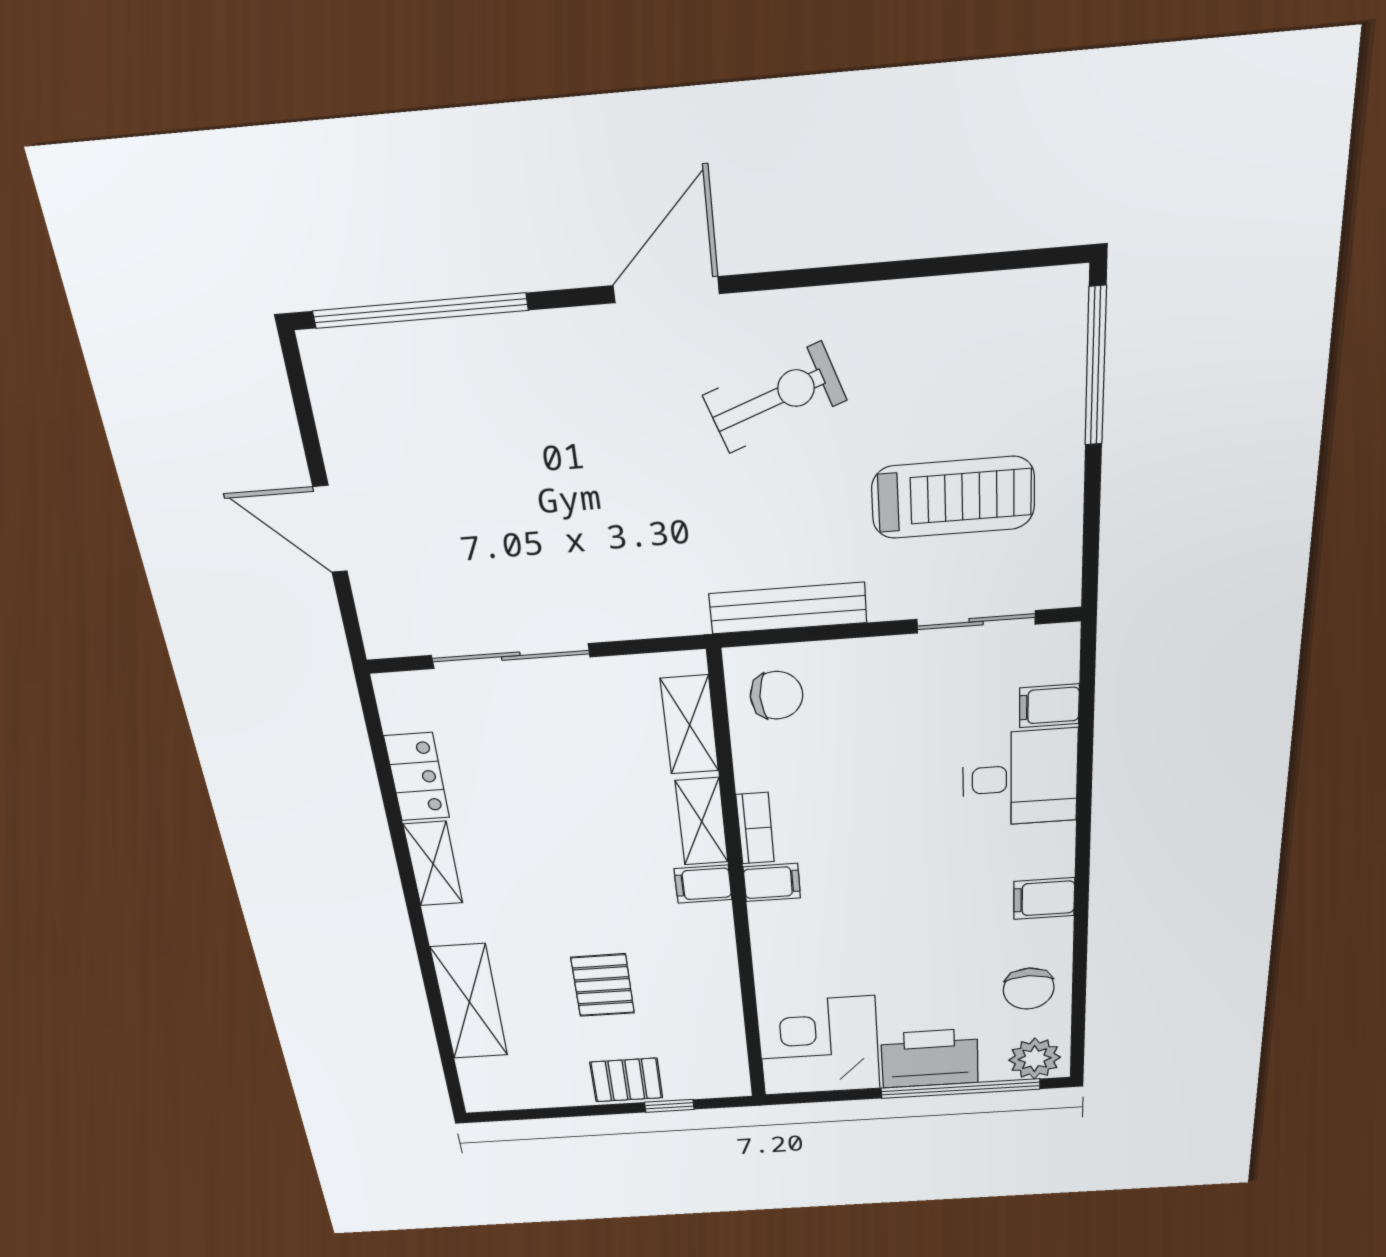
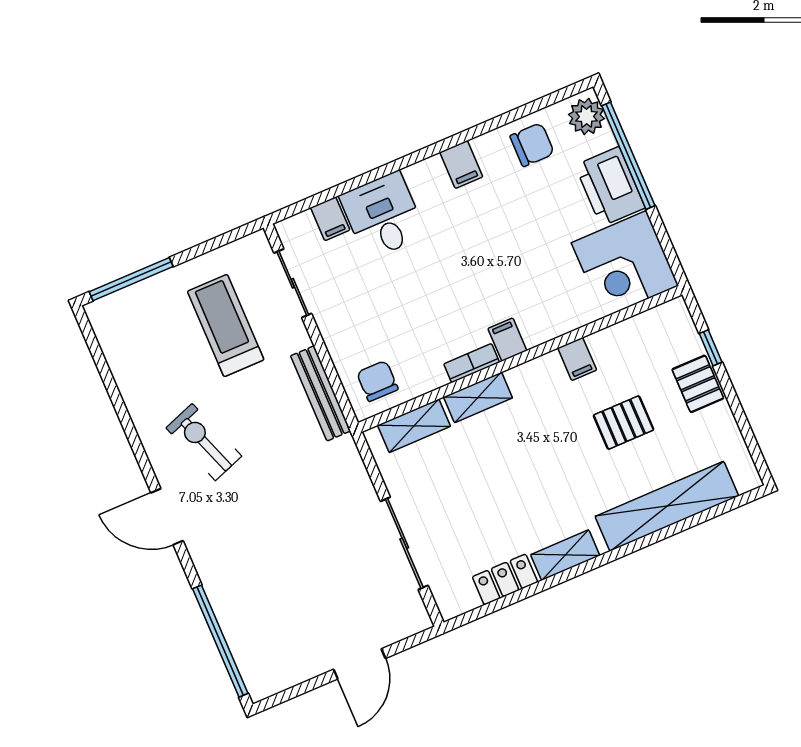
filing cabinet: (703, 884) -> (577, 359), moved
shelving: (469, 1002) -> (667, 506), width x1.47

